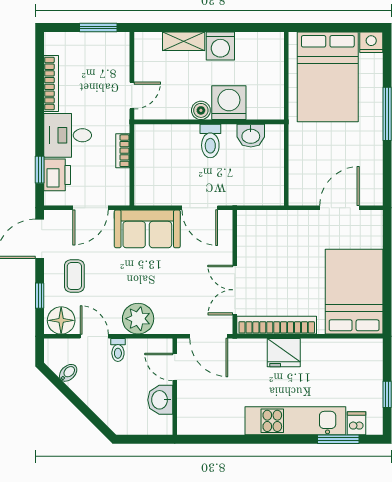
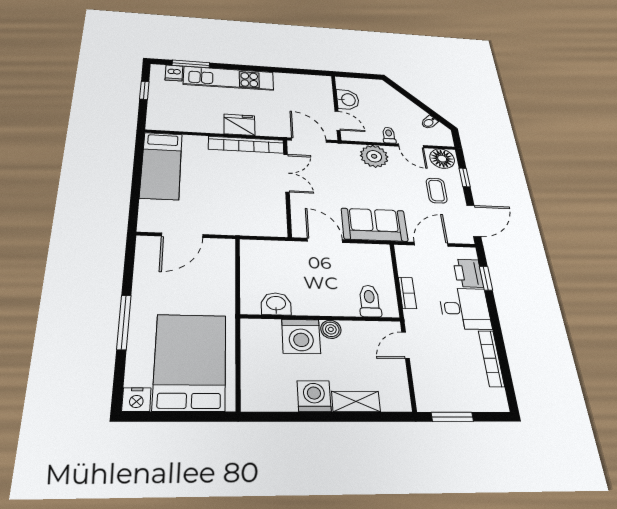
toilet: (210, 141) -> (370, 301), moved
bed: (354, 292) -> (161, 165), width x0.67

